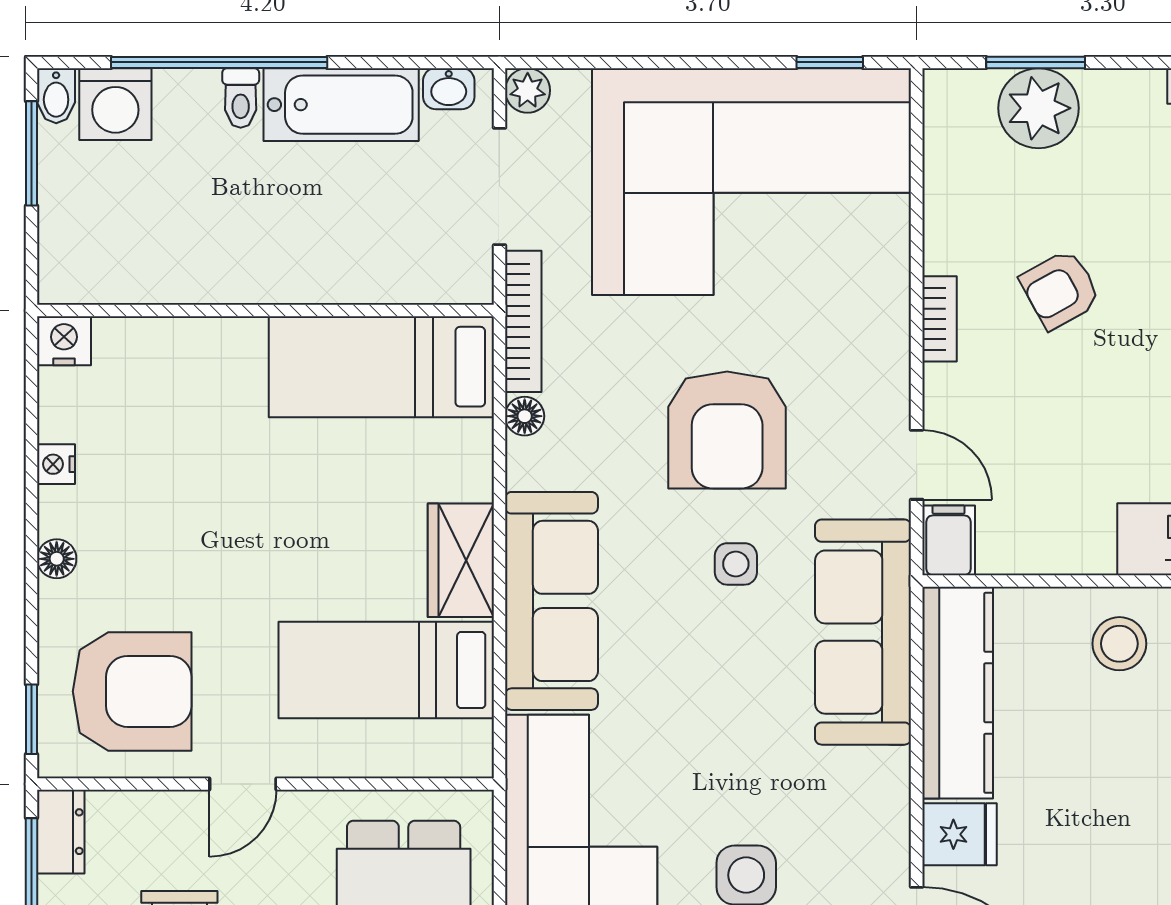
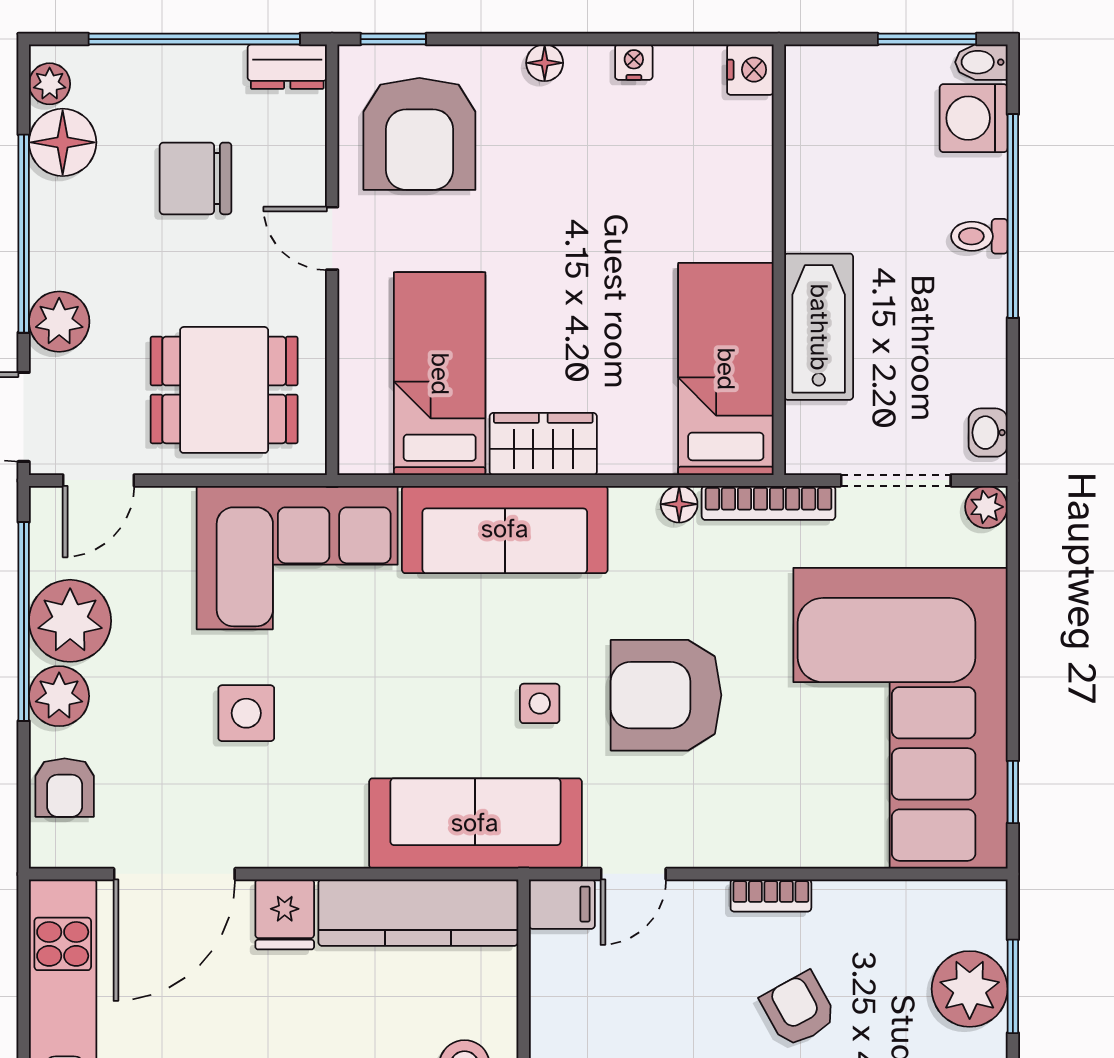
bathtub: (341, 105) -> (819, 327), moved, turned 180

